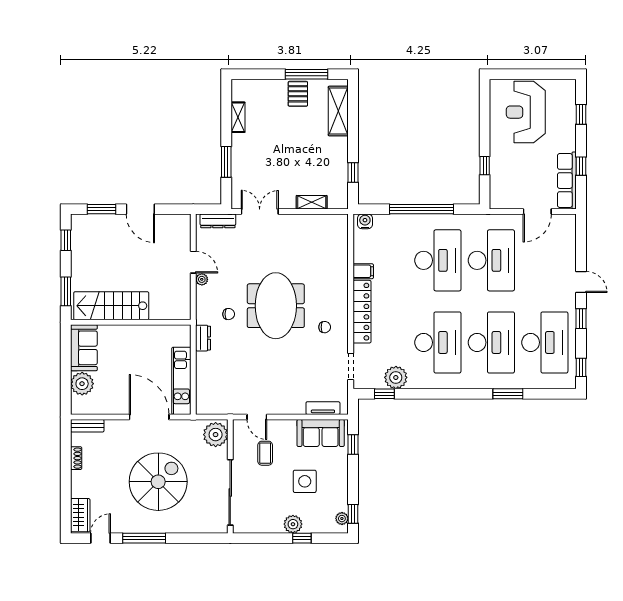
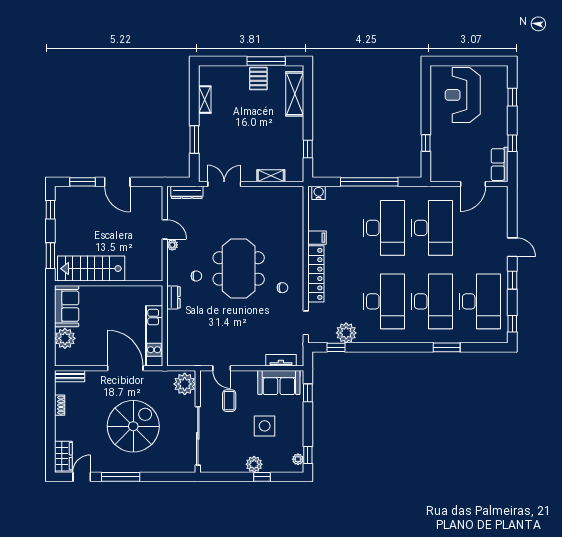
row of seats: (567, 181) -> (500, 165), width x0.68

